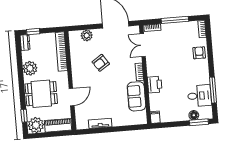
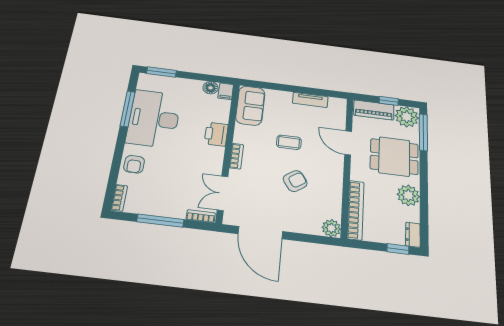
plant: (87, 35) -> (331, 228), moved
double door: (143, 45) -> (222, 193), swing flipped
coffee table: (109, 89) -> (289, 142), added
sofa: (136, 96) -> (250, 106), moved
desk: (199, 96) -> (154, 119), width x1.87, depth x1.30
door: (72, 97) -> (348, 143), hinge flipped
floor lamp: (194, 115) -> (210, 88), moved
window: (24, 116) -> (423, 132), width x2.17
window: (49, 135) -> (389, 101), added

